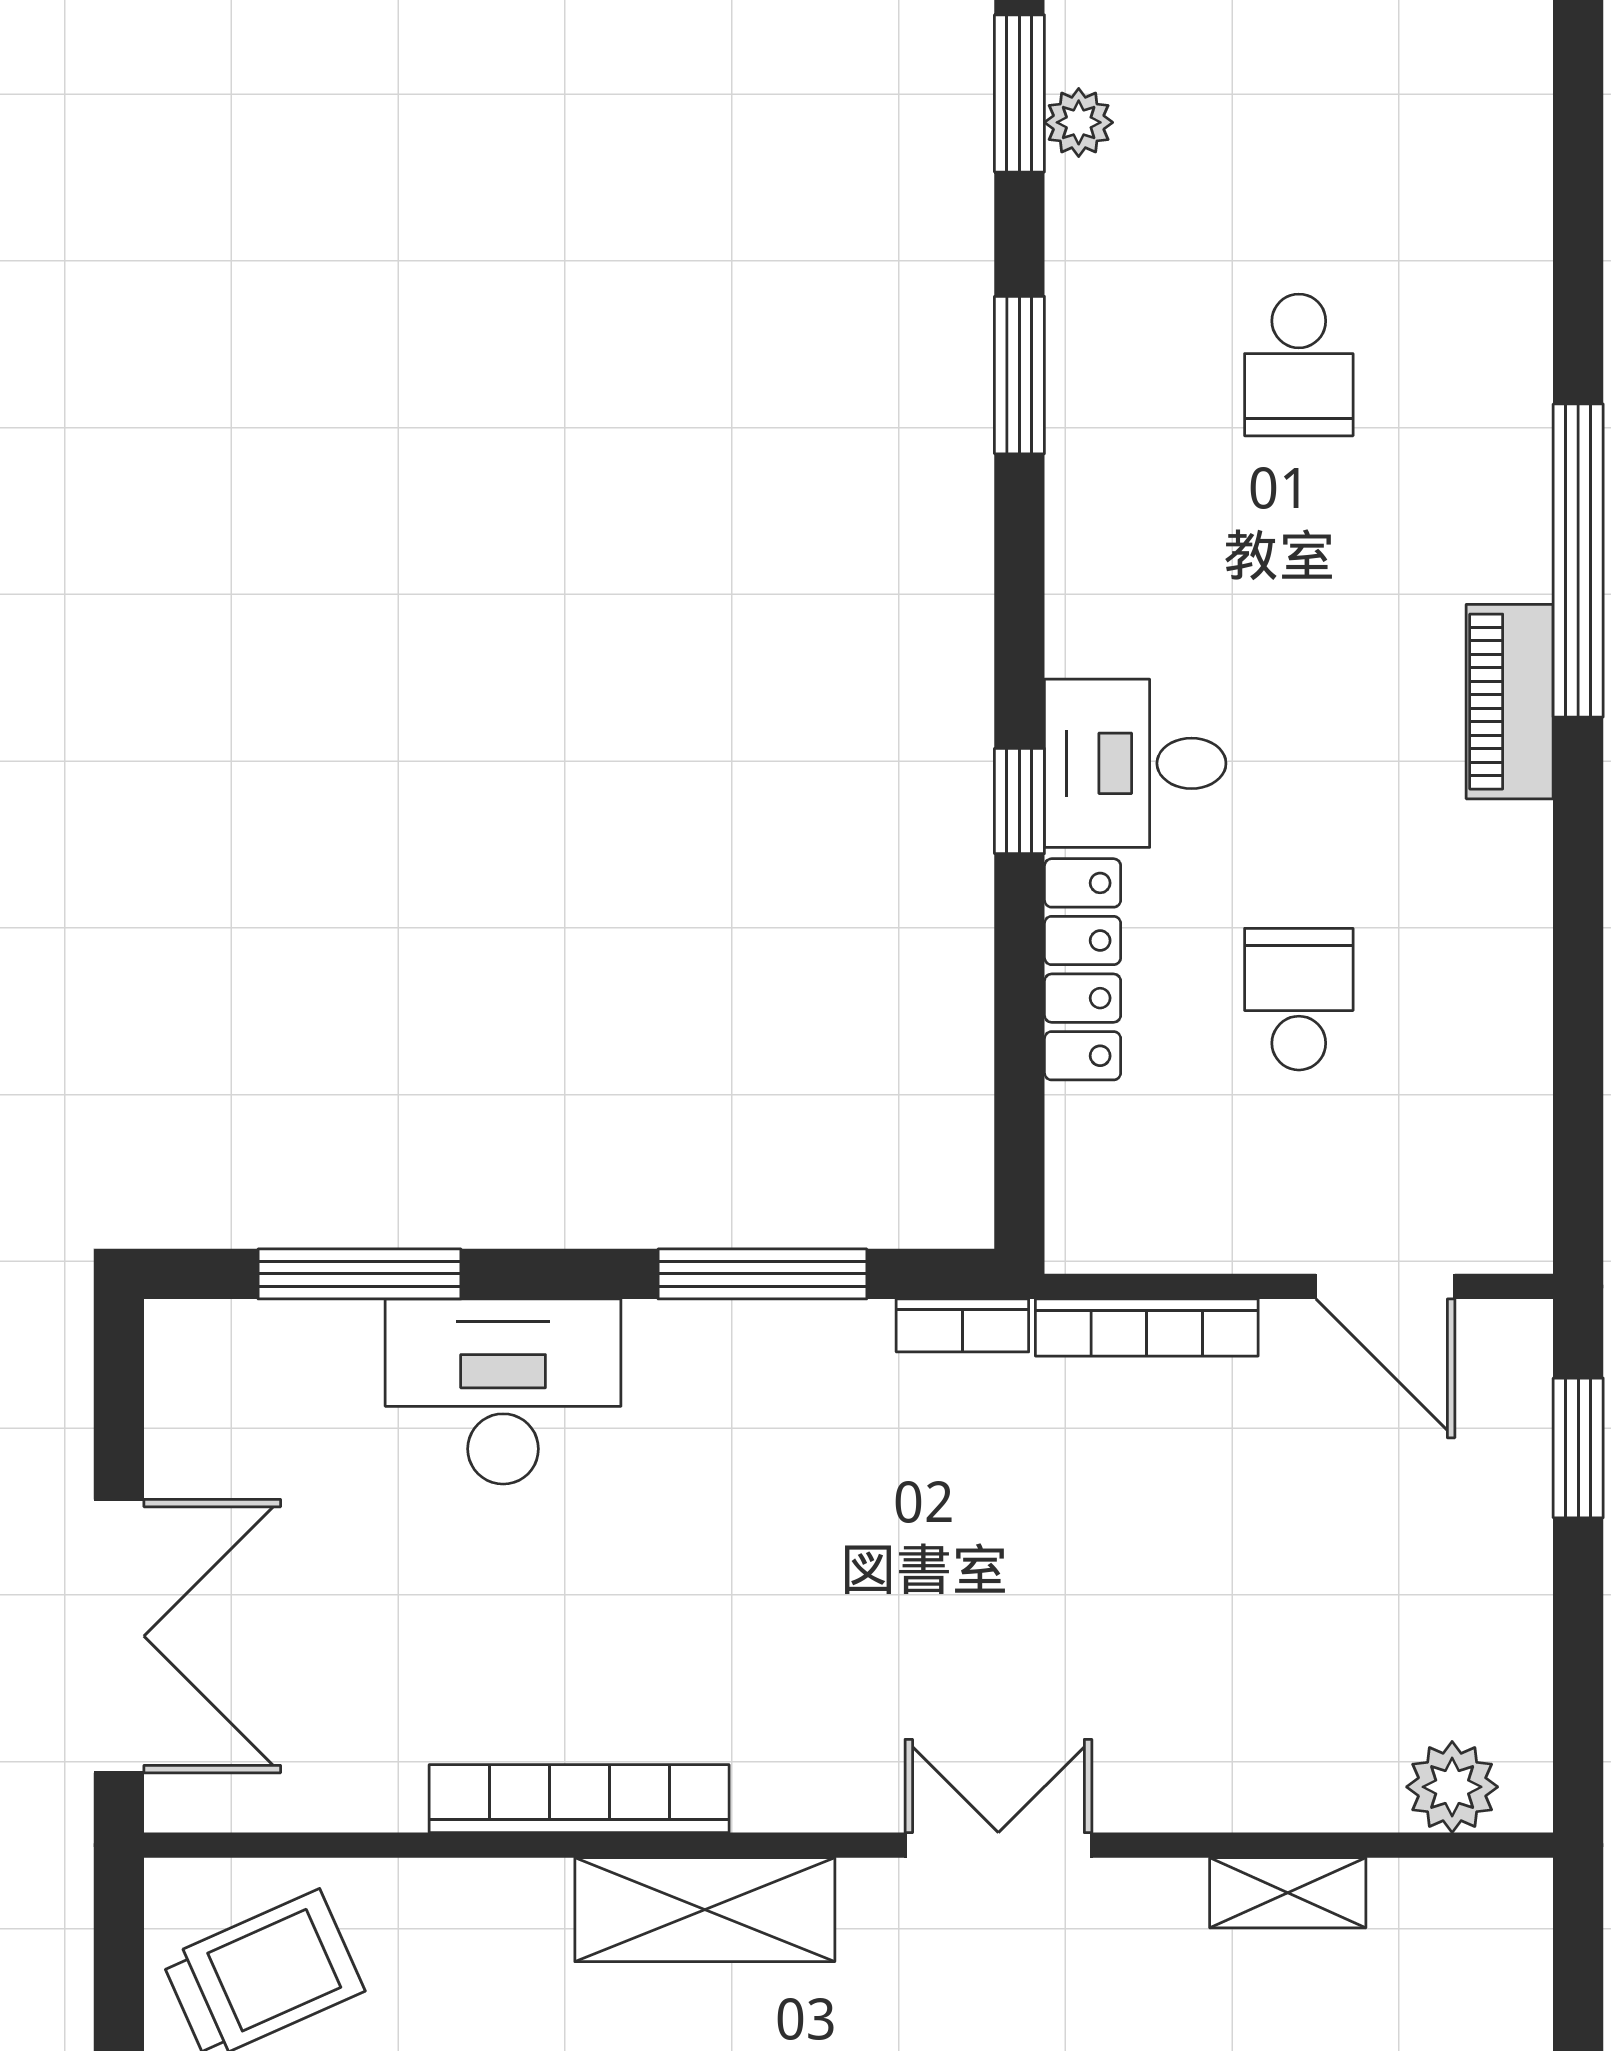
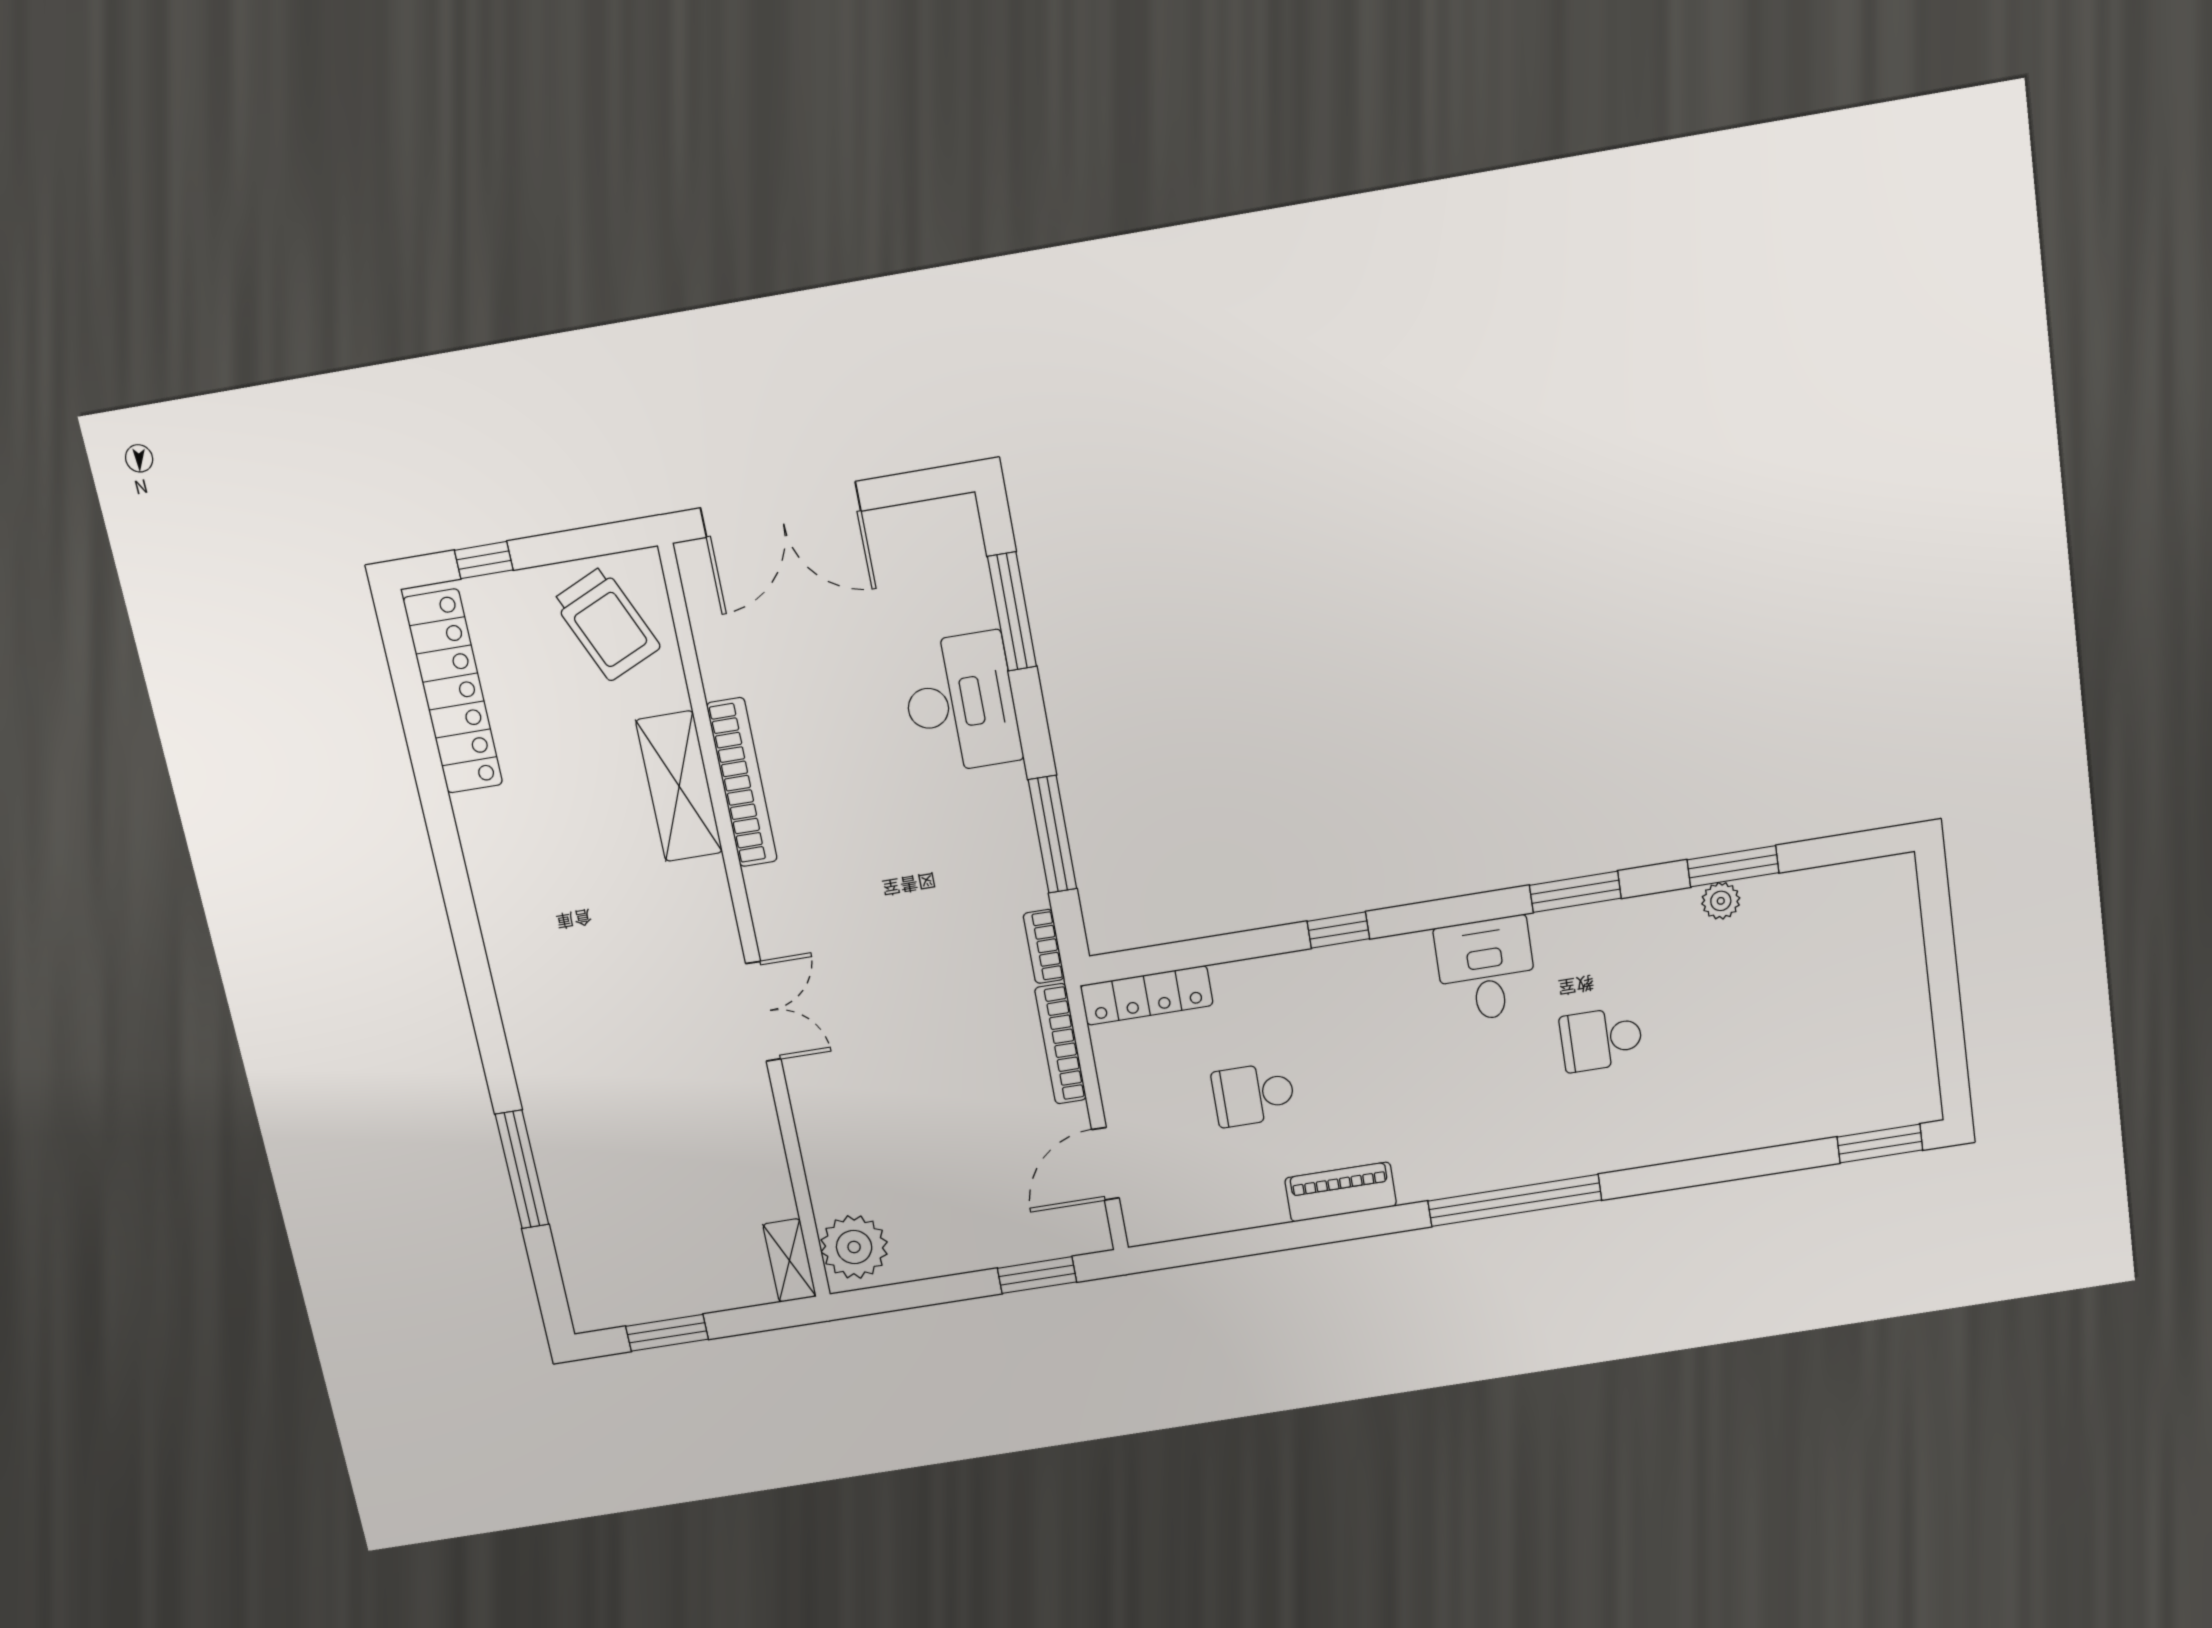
piano: (1510, 702) -> (1341, 1192), moved
desk: (1135, 763) -> (1486, 969), moved
locker: (1083, 969) -> (1147, 995), moved
school desk: (1299, 999) -> (1253, 1094), turned 180
plant: (1452, 1787) -> (854, 1247), width x1.36, depth x1.36
shelving: (1288, 1893) -> (790, 1260), moved
shelving: (705, 1910) -> (679, 786), moved

